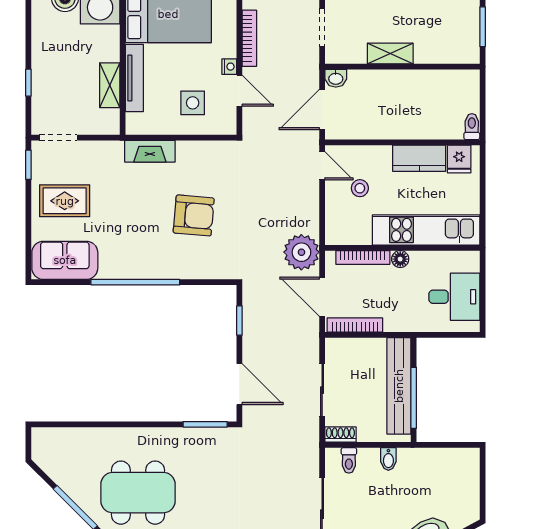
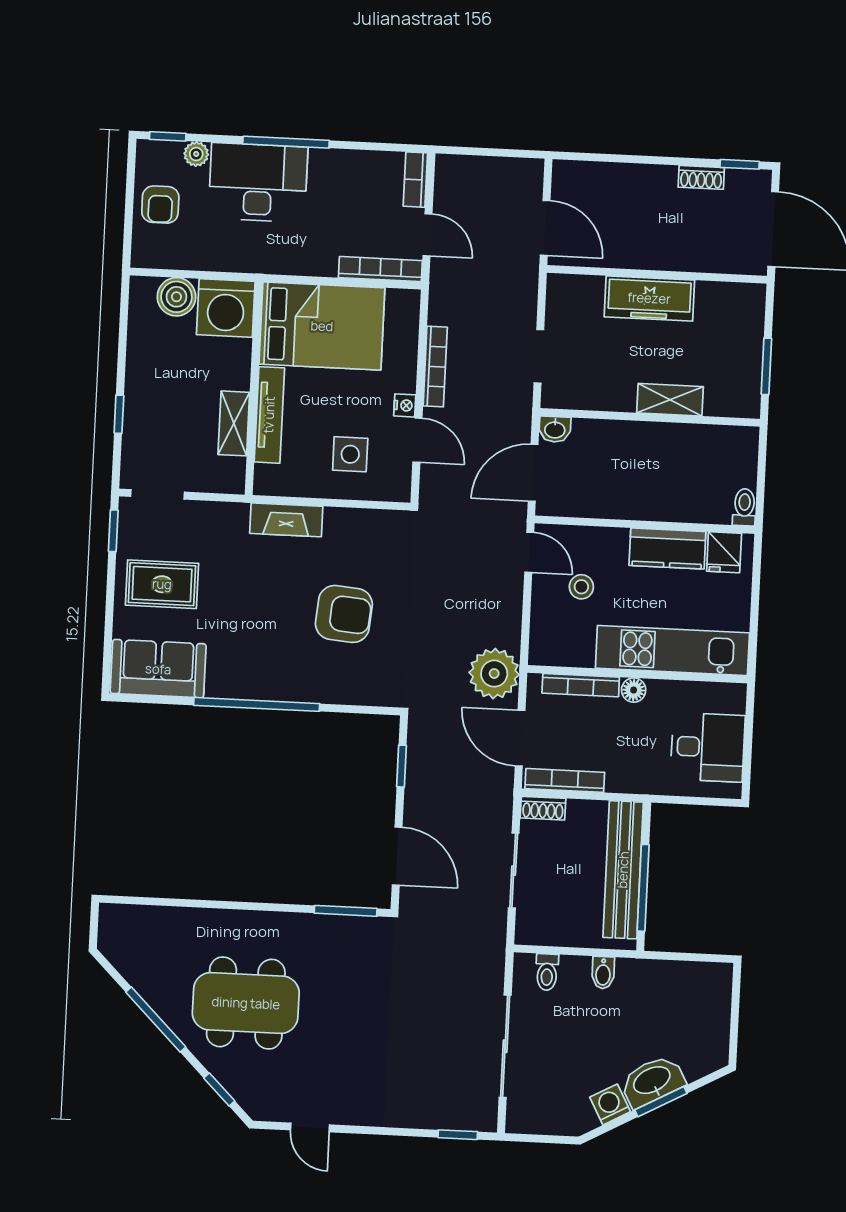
shelving: (390, 54) -> (670, 400), moved
shoe rack: (340, 435) -> (543, 808), moved, turned 180

